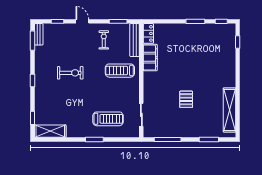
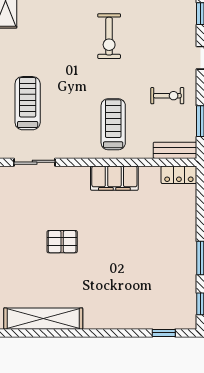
bench: (135, 40) -> (175, 150), width x0.73
filing cabinet: (150, 58) -> (114, 178), moved
treadmill: (108, 119) -> (28, 103), turned 180

